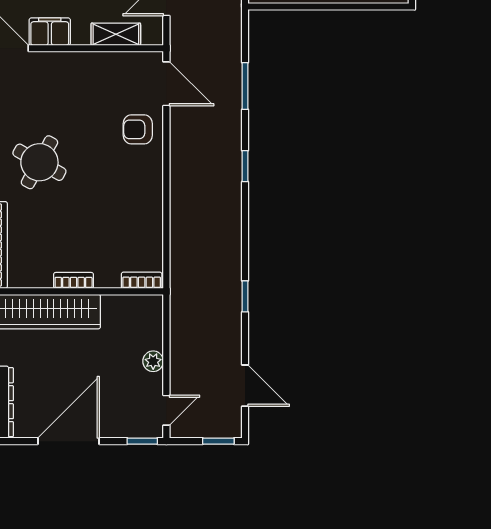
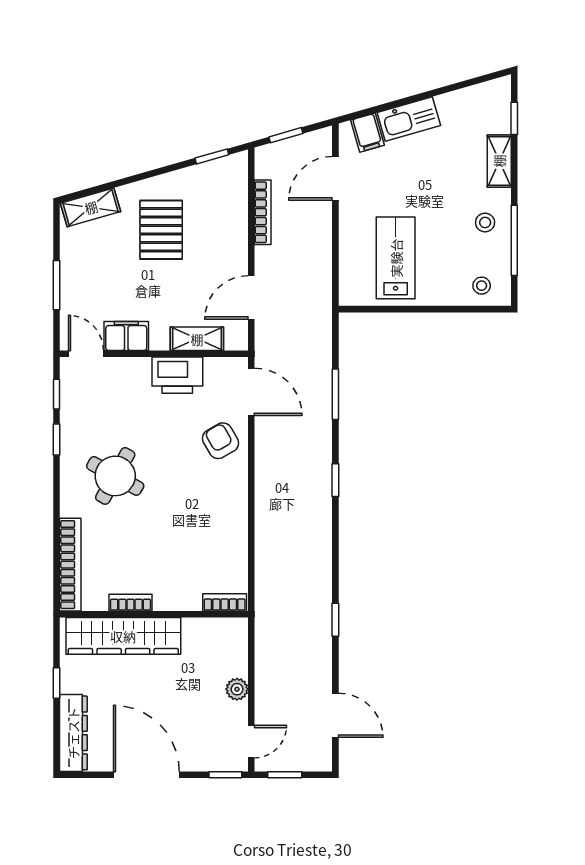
printer: (97, 68) -> (177, 375), added
armchair: (138, 129) -> (221, 441), turned 60
bookcase: (74, 280) -> (130, 603), moved
door: (69, 441) -> (146, 775), hinge flipped
window: (218, 441) -> (285, 775), moved

